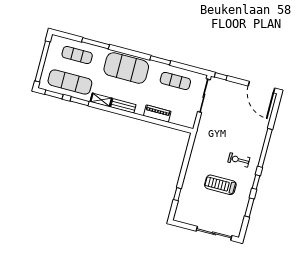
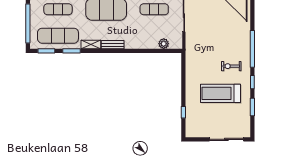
piano: (157, 114) -> (145, 43), removed
plant: (176, 119) -> (164, 44), added
treadmill: (220, 185) -> (220, 93), width x1.37, depth x1.38

